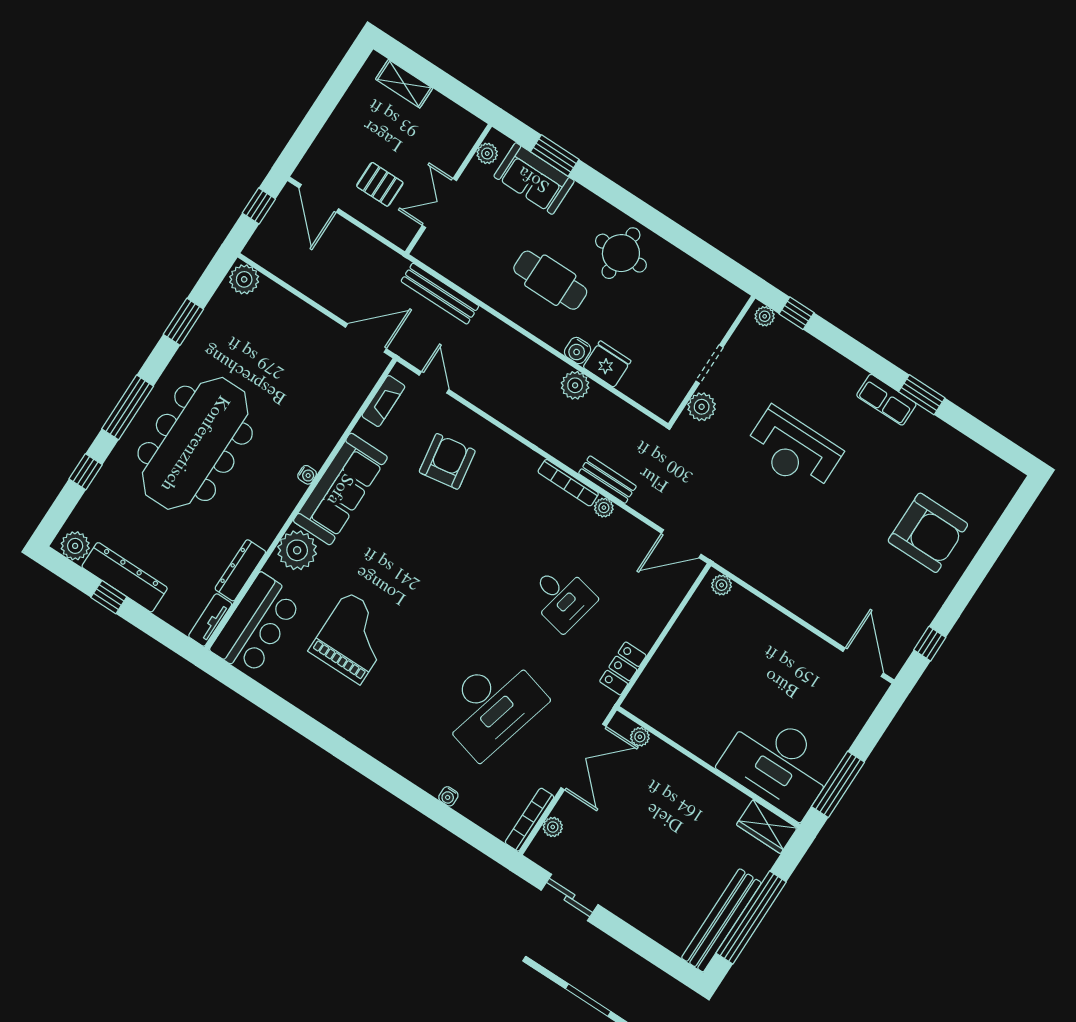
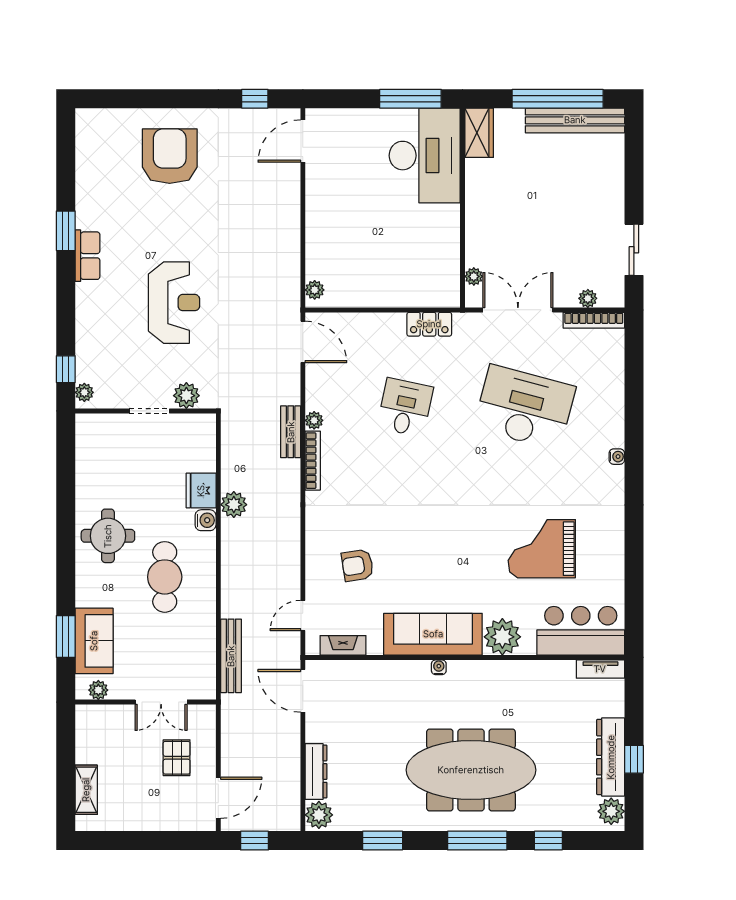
armchair: (447, 461) -> (357, 565), width x0.72, depth x0.72
dresser: (240, 570) -> (316, 772), moved, turned -90
water cooler: (448, 796) -> (617, 457), moved

